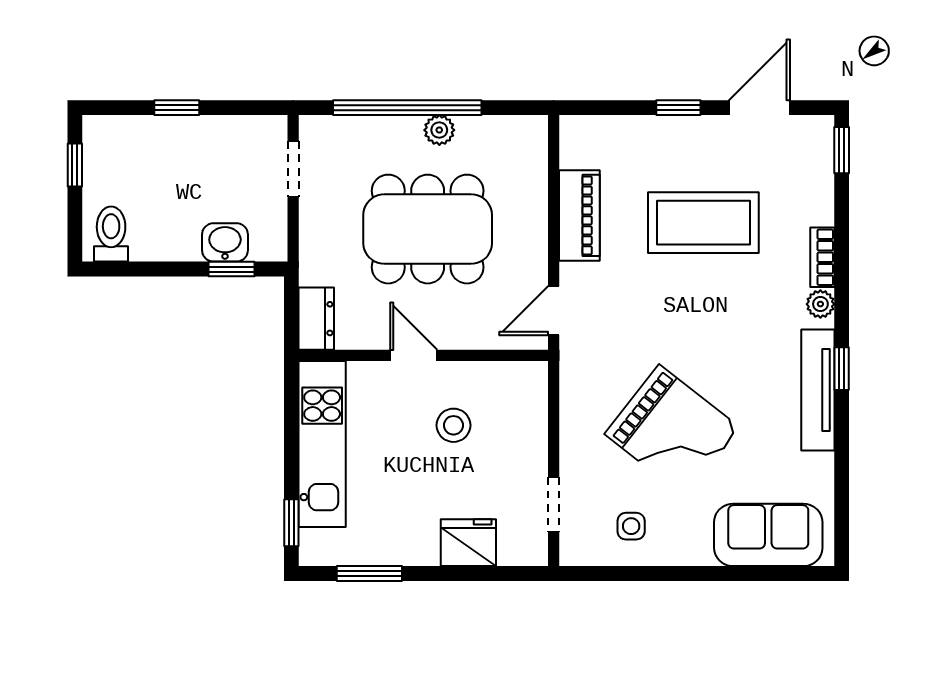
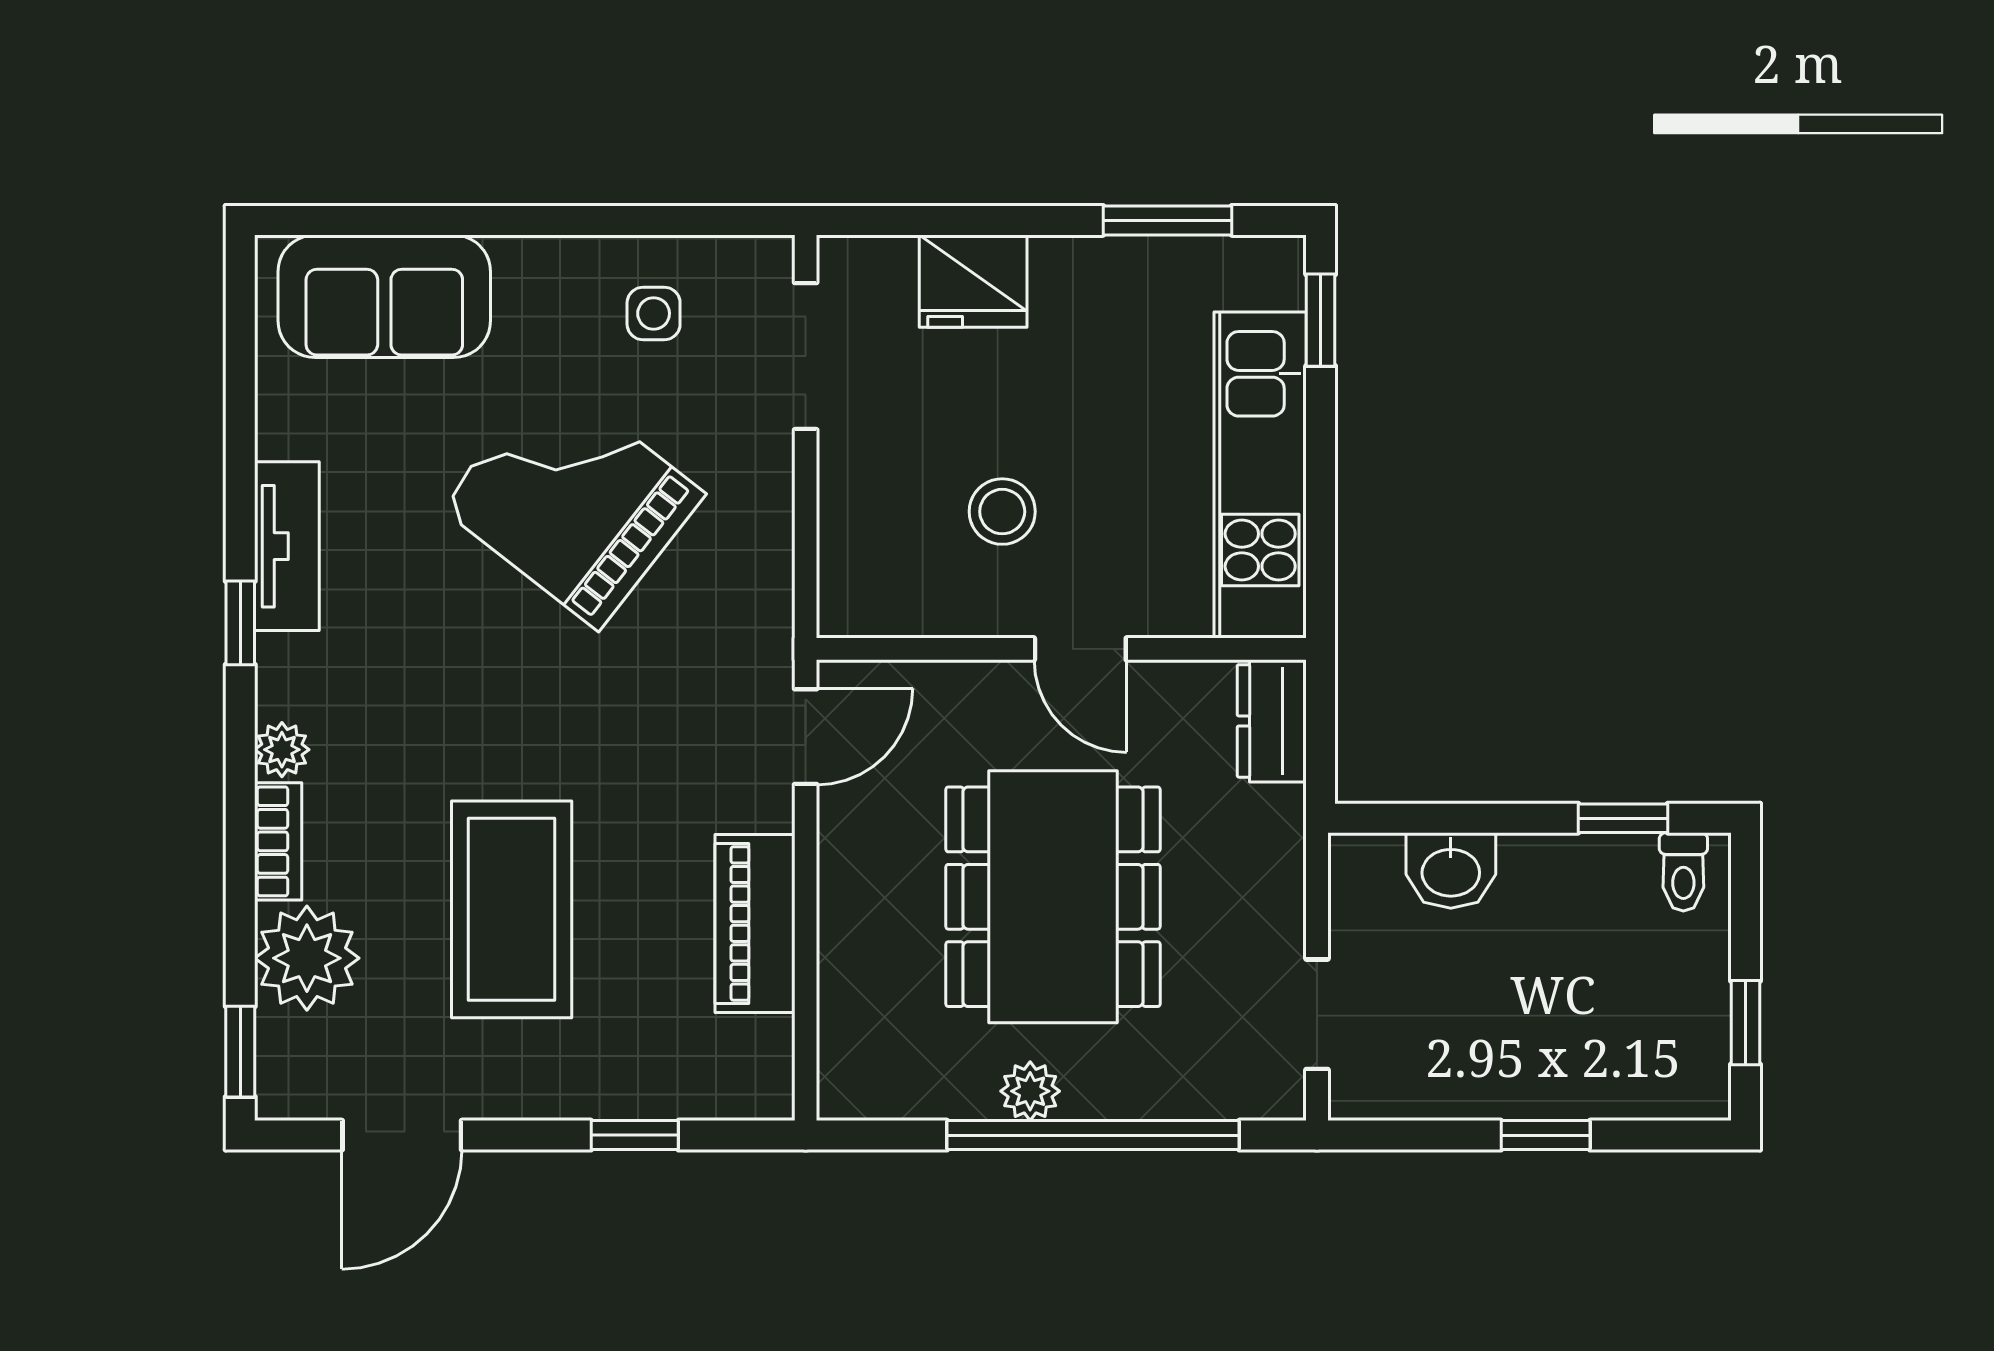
window: (678, 108) -> (635, 1135), moved
plant: (808, 198) -> (307, 958), added
coffee table: (703, 223) -> (512, 909), turned 90
dining table: (428, 229) -> (1053, 897), turned 90
toilet: (111, 234) -> (1683, 872), width x0.73, depth x0.72
window: (231, 269) -> (1623, 818), moved
tv unit: (818, 390) -> (287, 546), width x0.71
doorway: (554, 504) -> (806, 356), width x1.38

